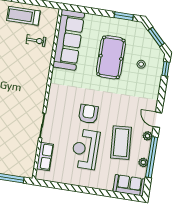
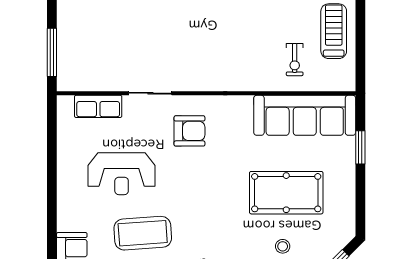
window: (124, 16) -> (360, 147), moved
armchair: (88, 114) -> (189, 131), moved
reception desk: (85, 149) -> (122, 174), turned 180

